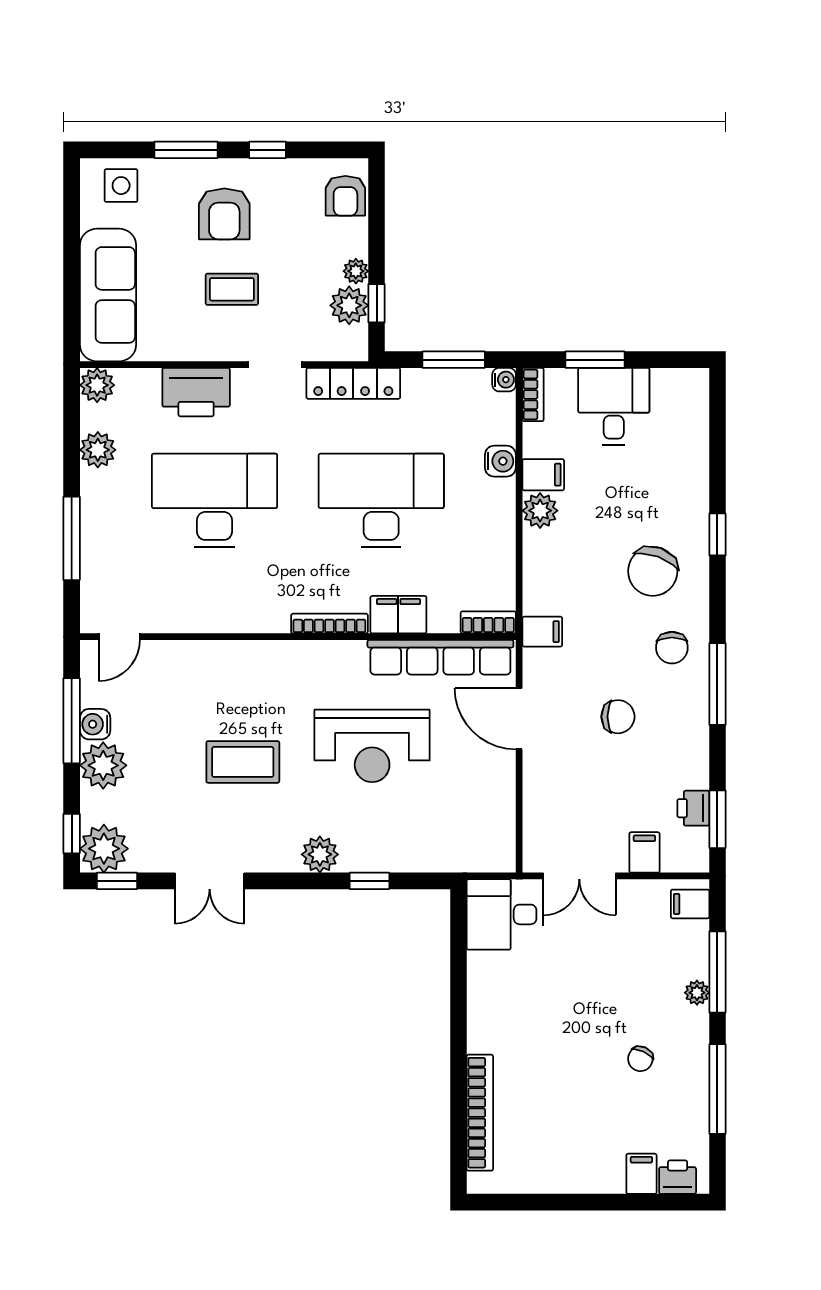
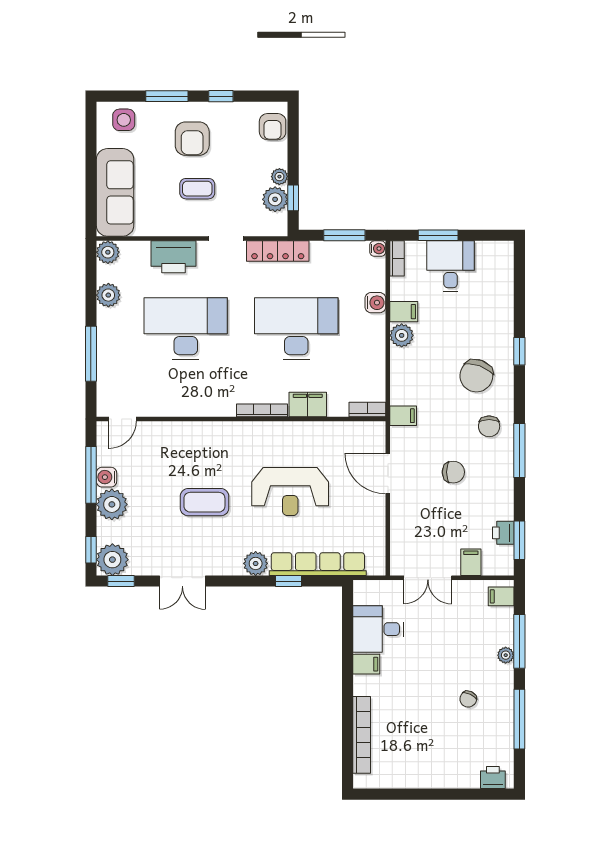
row of seats: (440, 657) -> (318, 564), moved, turned 180
desk: (505, 914) -> (378, 629), moved
filing cabinet: (641, 1174) -> (366, 664), moved, turned 90

